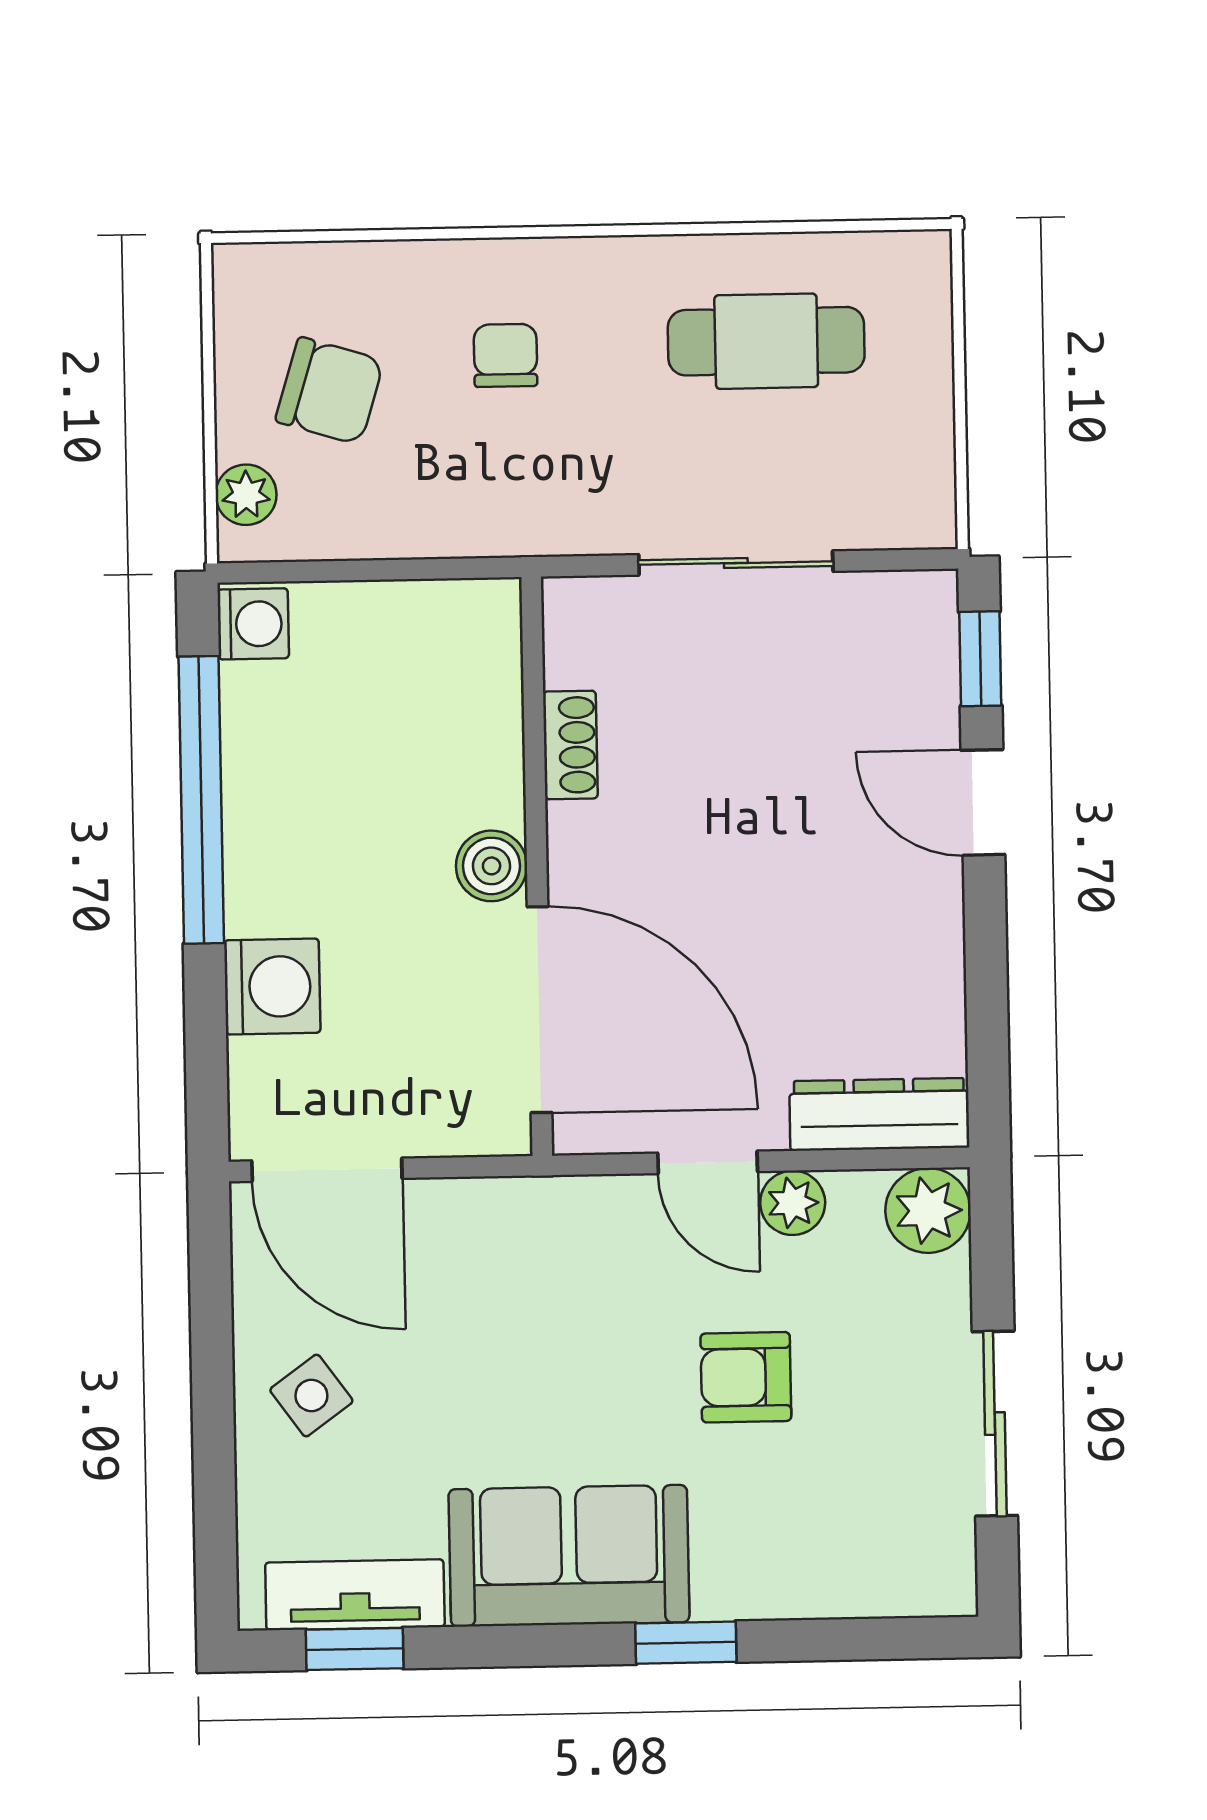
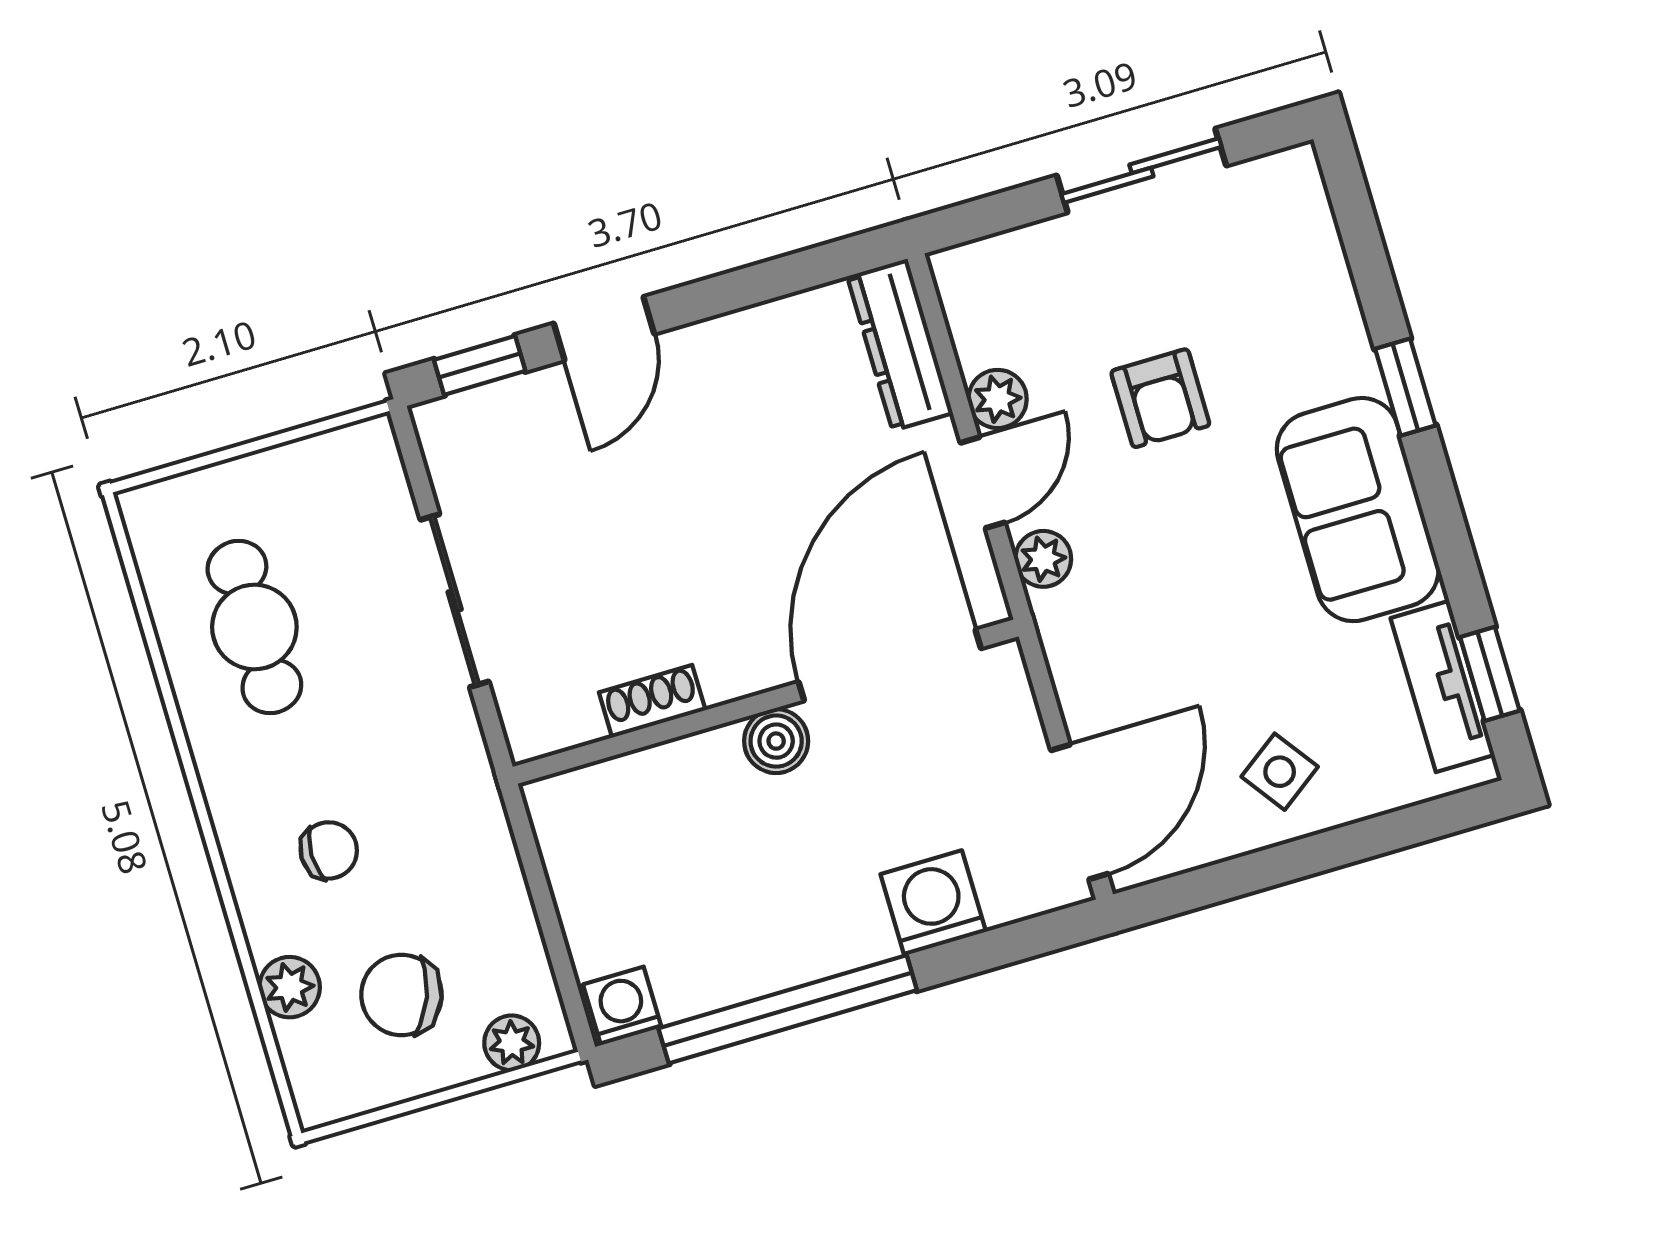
plant: (371, 273) -> (290, 987), added
chair: (505, 355) -> (329, 850), turned 180
chair: (330, 391) -> (401, 995), turned -86
plant: (928, 1210) -> (1043, 559), moved, width x0.73, depth x0.73

